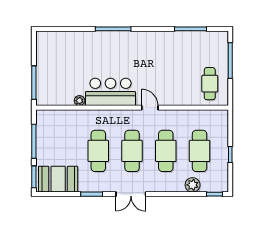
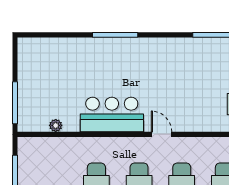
plant: (79, 101) -> (56, 125), moved

